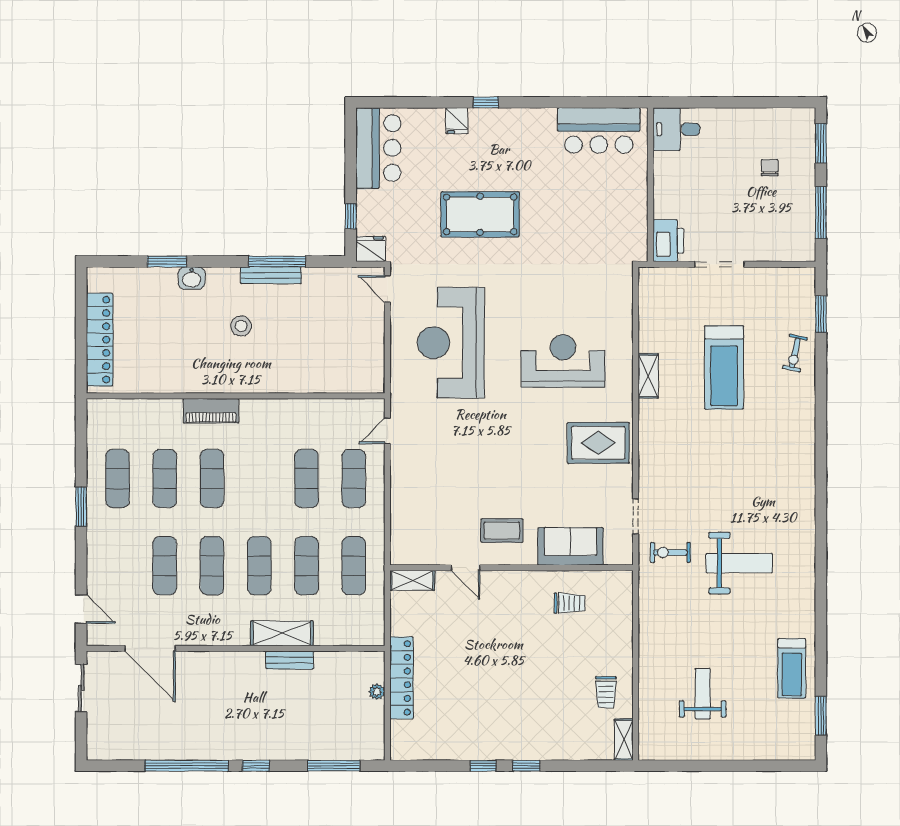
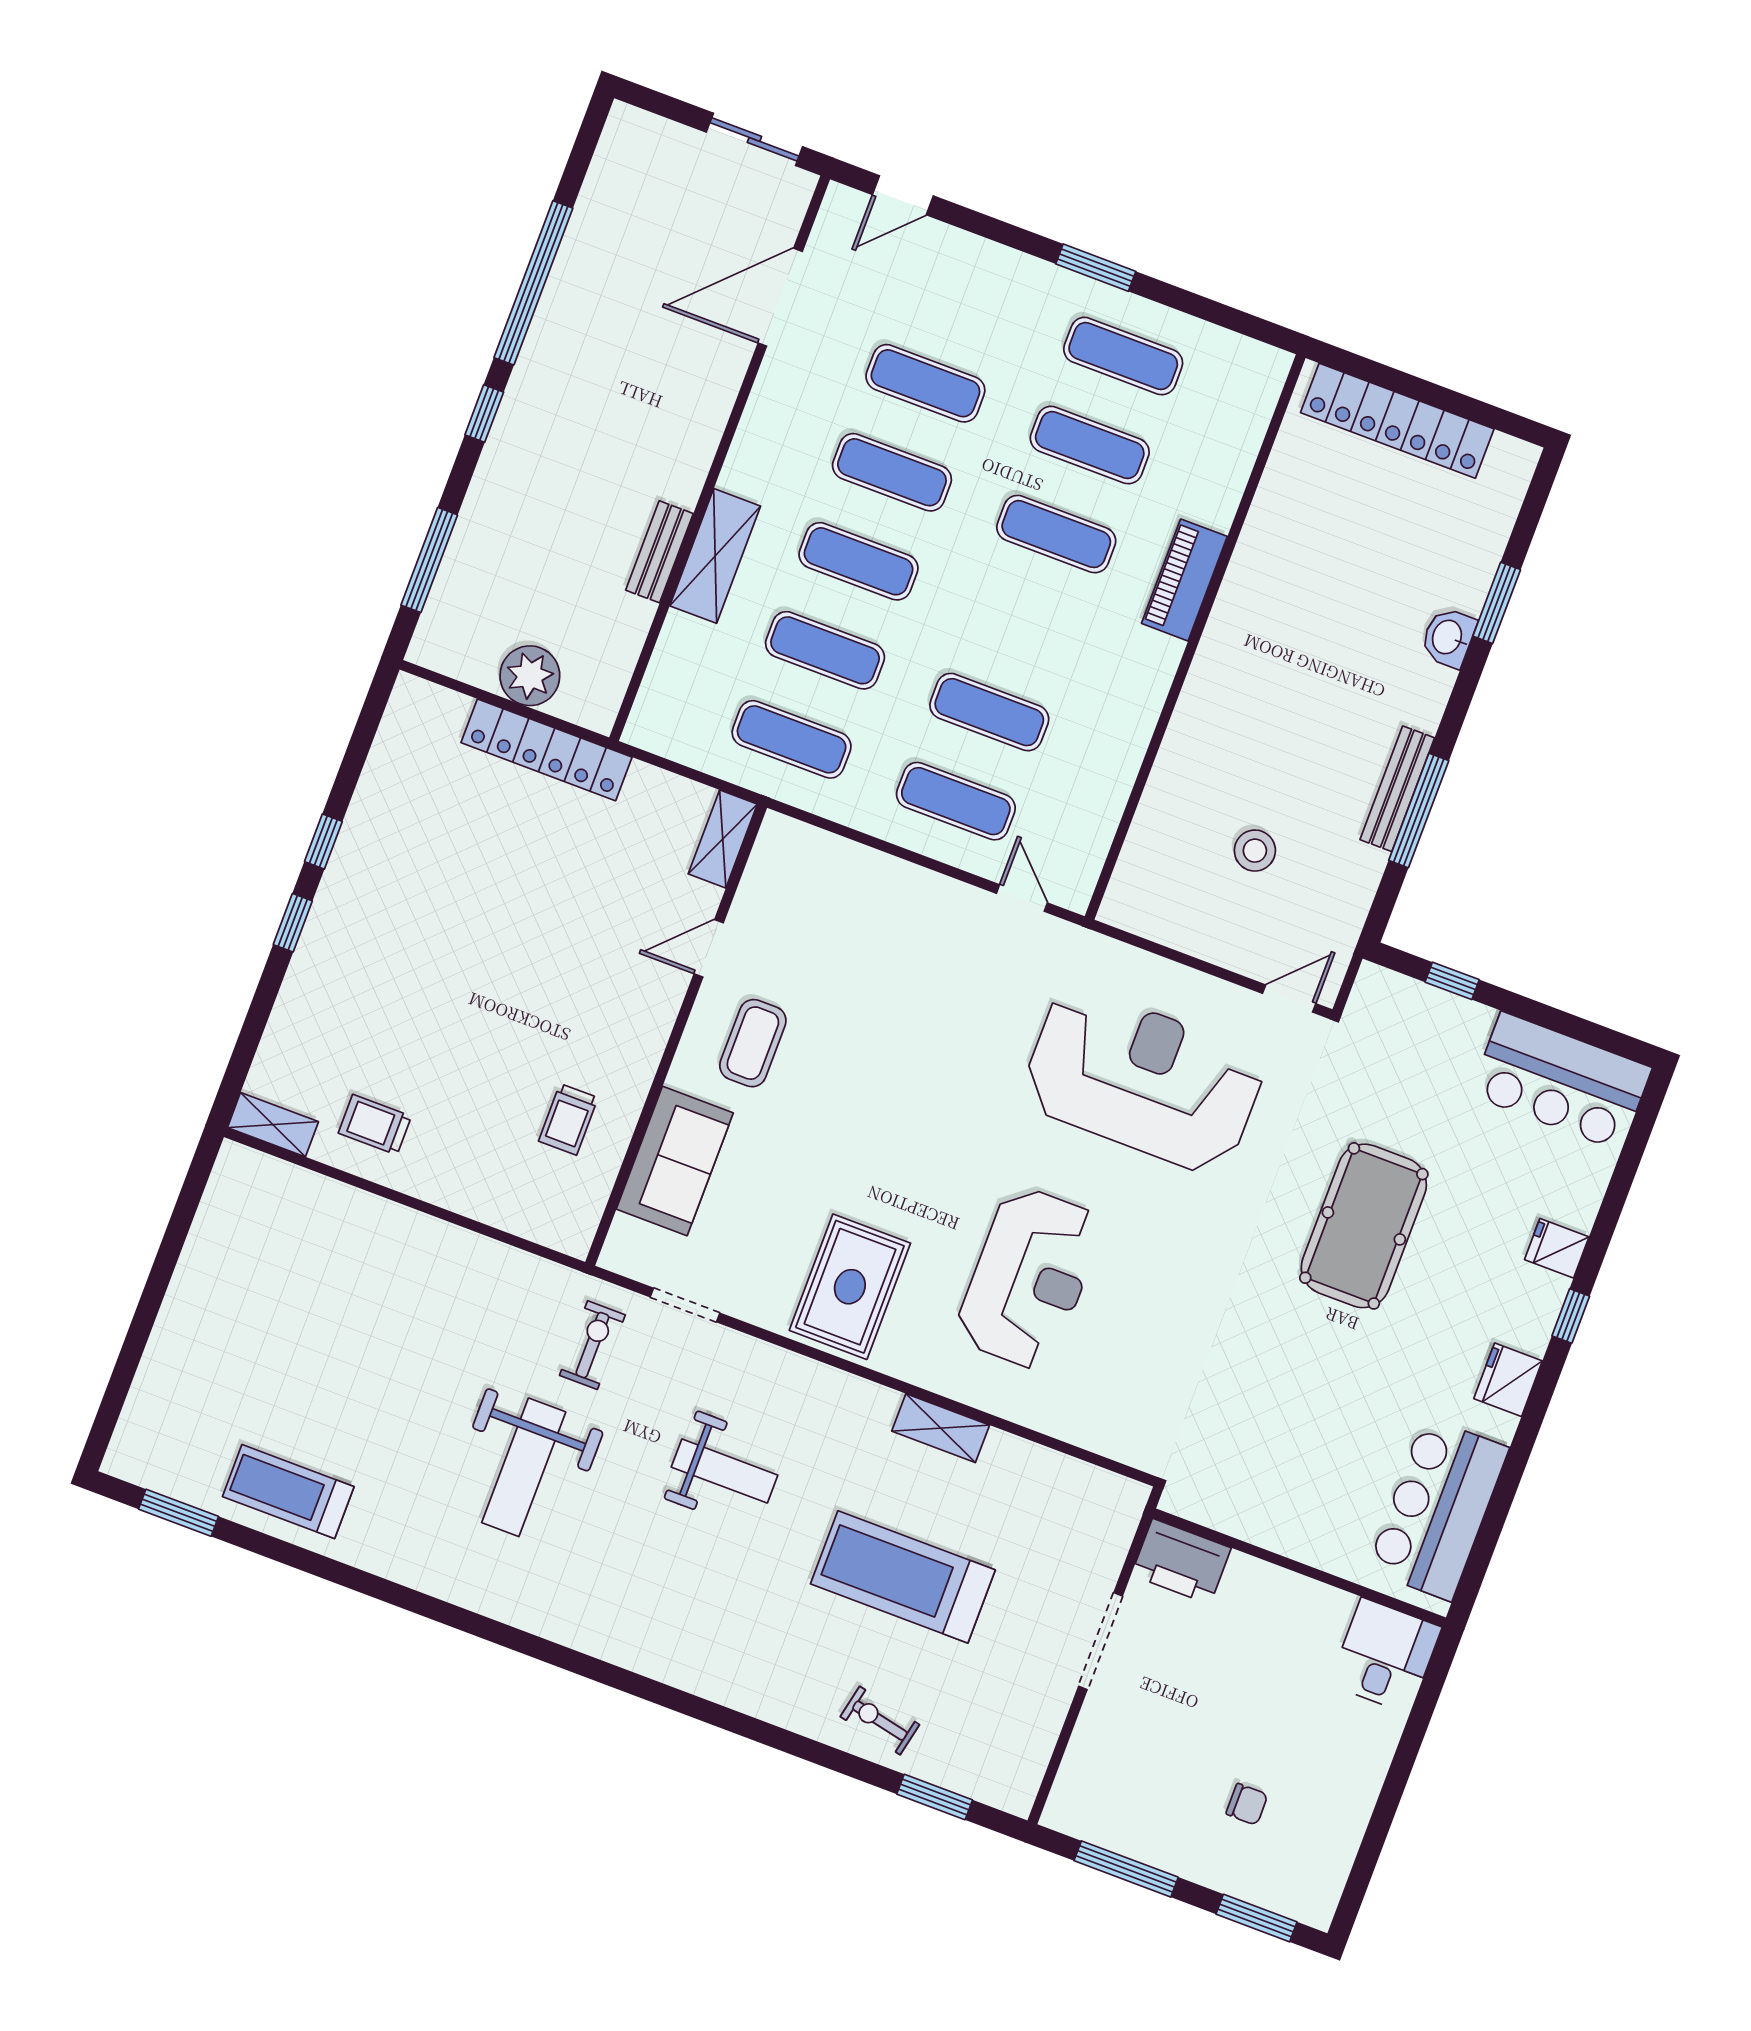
fridge: (371, 249) -> (1508, 1380), moved, turned 180
stool: (241, 326) -> (1255, 851), moved
plant: (377, 692) -> (530, 676), width x1.88, depth x1.88
weight bench: (703, 694) -> (725, 1471), moved

